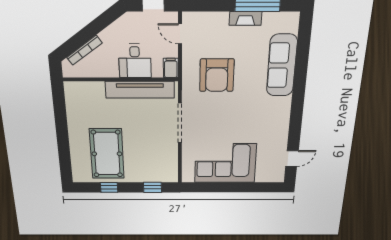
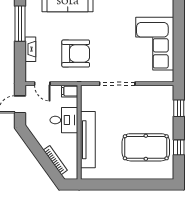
fireplace: (245, 18) -> (30, 49), moved
door: (180, 34) -> (42, 84), hinge flipped
tv unit: (140, 90) -> (88, 140), moved

